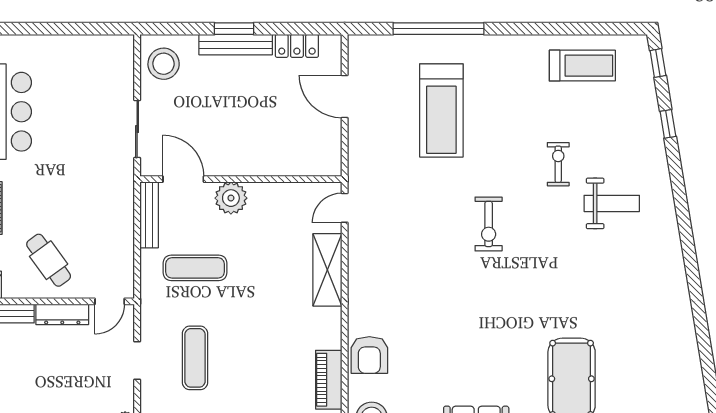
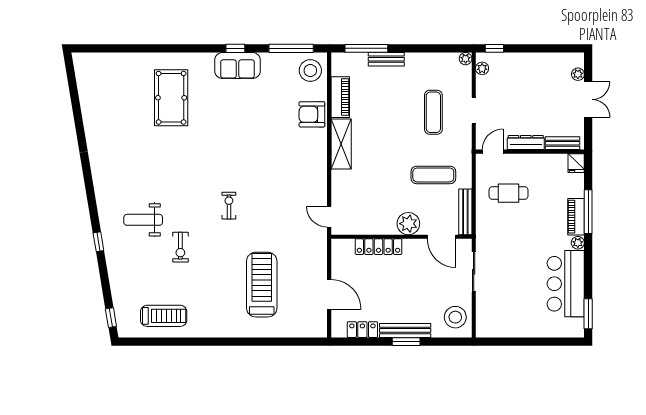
window: (438, 29) -> (264, 342), removed
treadmill: (582, 66) -> (164, 316), turned 180
window: (668, 124) -> (98, 242), moved
locker: (274, 165) -> (379, 247), added
door: (345, 208) -> (329, 217), swing flipped
exercise bike: (489, 224) -> (229, 206), width x0.73, depth x0.72
cafe table: (49, 260) -> (508, 193), moved, turned -54
shelving: (327, 270) -> (341, 144), moved
armchair: (369, 355) -> (312, 114), turned -90

